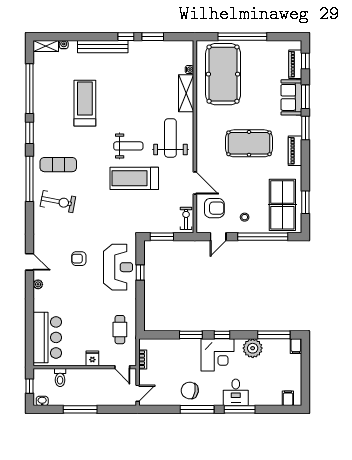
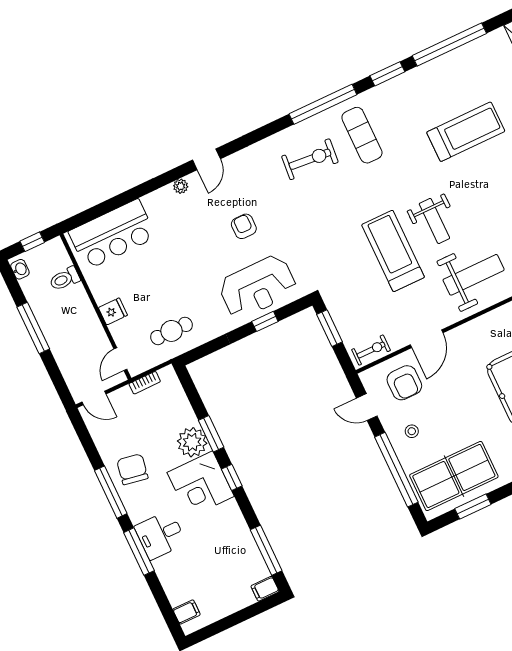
exercise bike: (58, 202) -> (310, 159), turned -96
plant: (253, 348) -> (192, 442), moved

